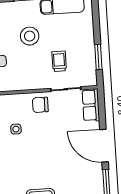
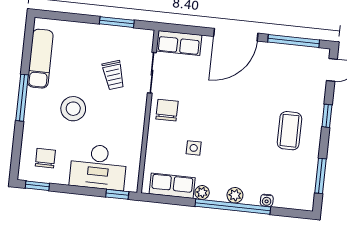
trolley: (59, 61) -> (113, 75), turned -108
chair: (40, 105) -> (167, 110), turned 180

